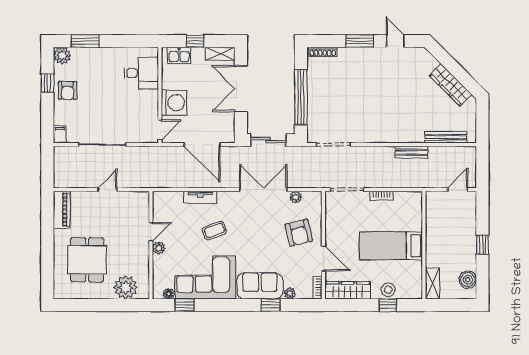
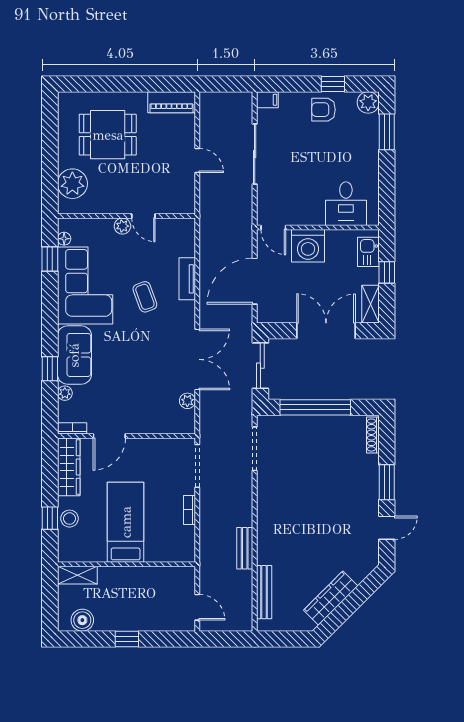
armchair: (299, 233) -> (142, 405), removed

